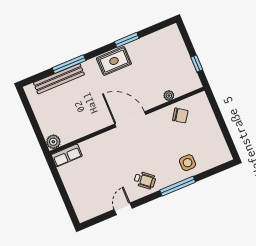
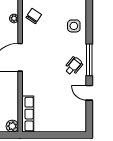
row of seats: (67, 155) -> (28, 114), width x1.48
window: (178, 186) -> (89, 60), moved

